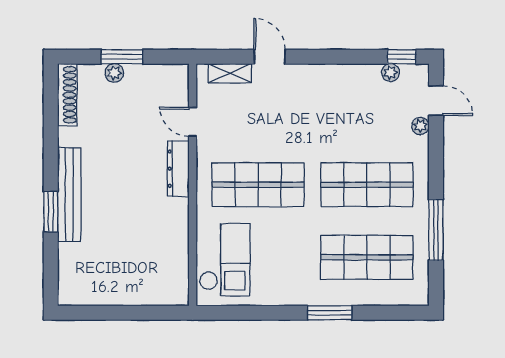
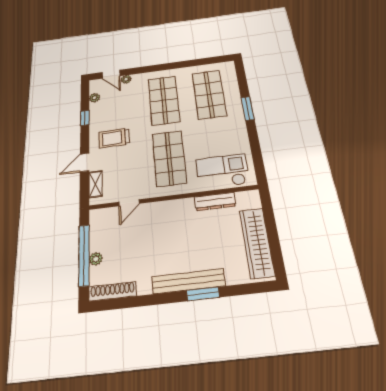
window: (122, 57) -> (84, 255), width x2.11
window: (402, 57) -> (85, 118), moved
door: (436, 101) -> (111, 74), swing flipped
trolley: (307, 103) -> (114, 138), added
dresser: (178, 169) -> (215, 202), moved
window: (436, 230) -> (188, 64), removed
wardrobe: (111, 290) -> (257, 243), added

